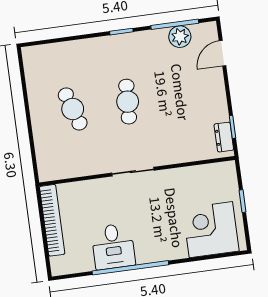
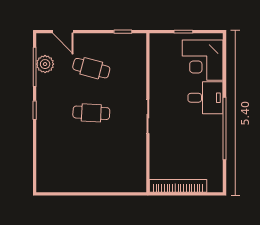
cafe table: (73, 109) -> (91, 68), moved, turned 33
dresser: (224, 137) -> (130, 40), removed
desk: (113, 246) -> (205, 98), moved

